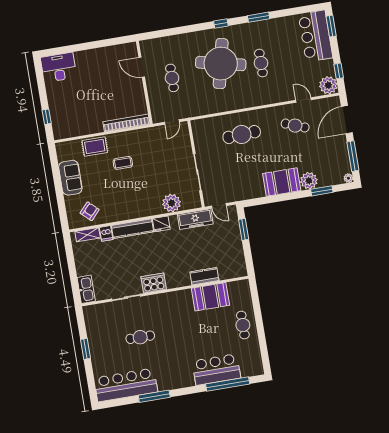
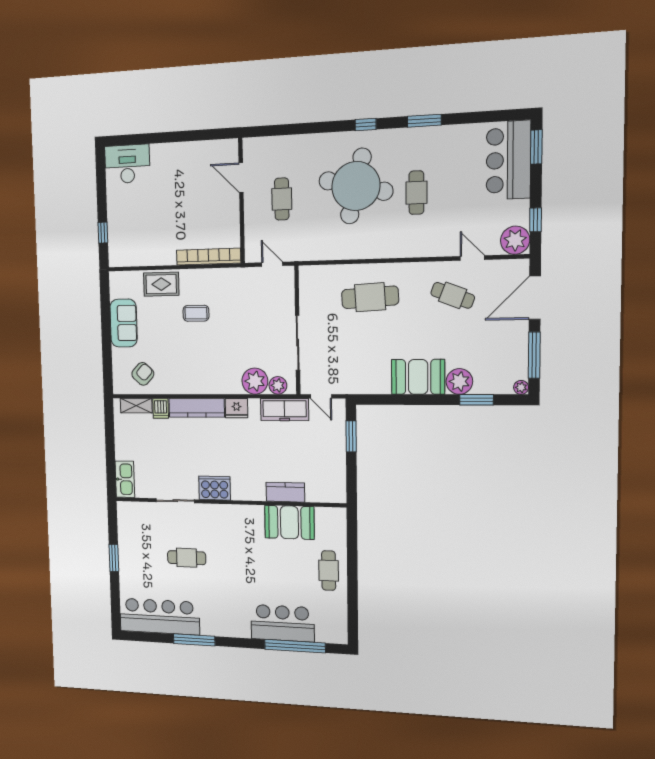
door: (172, 122) -> (272, 264), swing flipped
plant: (188, 203) -> (278, 385), added

